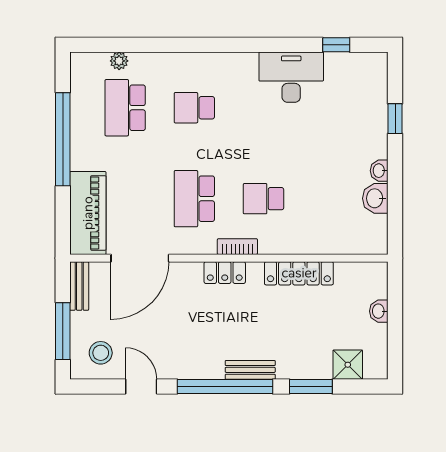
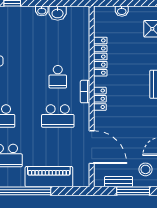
piano: (88, 213) -> (49, 177), moved
bench: (79, 286) -> (119, 182), moved

